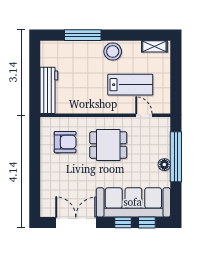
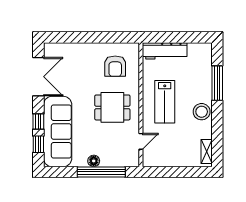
lab bench: (130, 85) -> (165, 102), moved
dining table: (108, 145) -> (112, 107), turned 90

